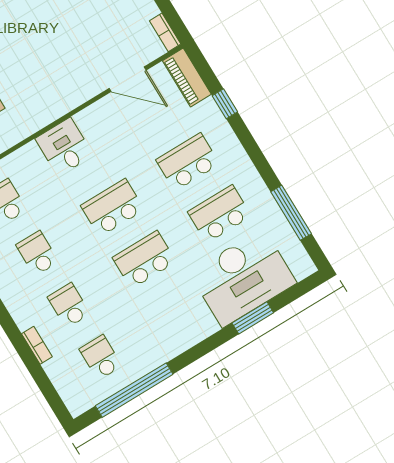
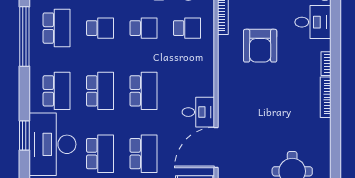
door: (128, 79) -> (216, 148), width x1.36
desk: (64, 147) -> (198, 112), moved
school desk: (176, 312) -> (57, 91), added
school desk: (101, 357) -> (57, 28), width x1.85

